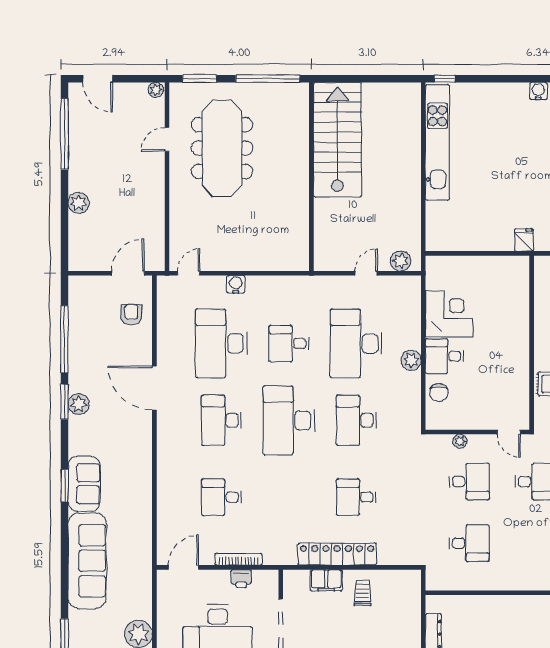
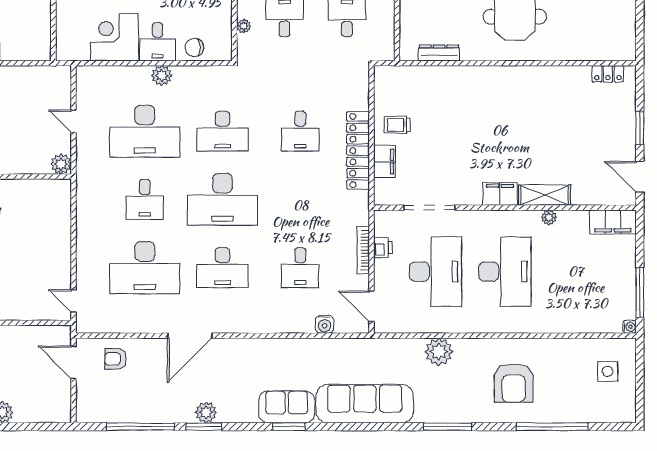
plant: (401, 261) -> (61, 164), moved
water cooler: (236, 284) -> (325, 324), moved, turned -90
chair: (439, 393) -> (194, 47), turned 180

